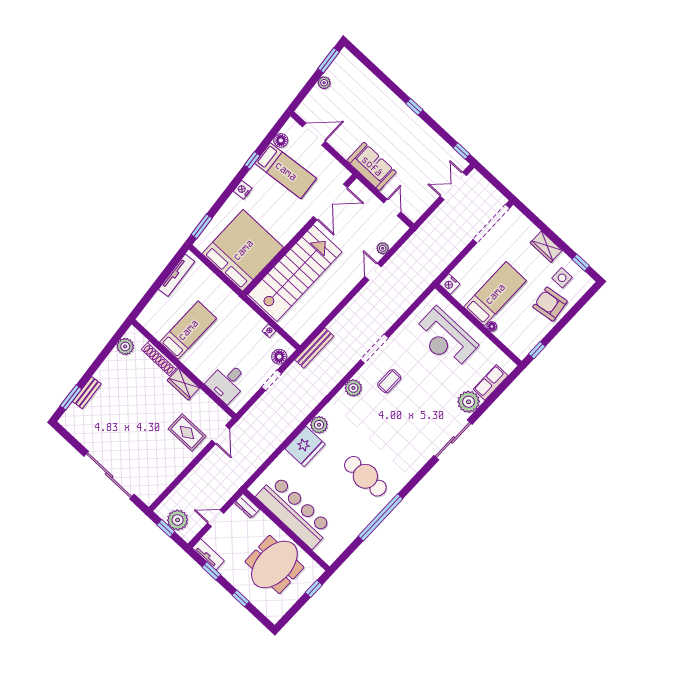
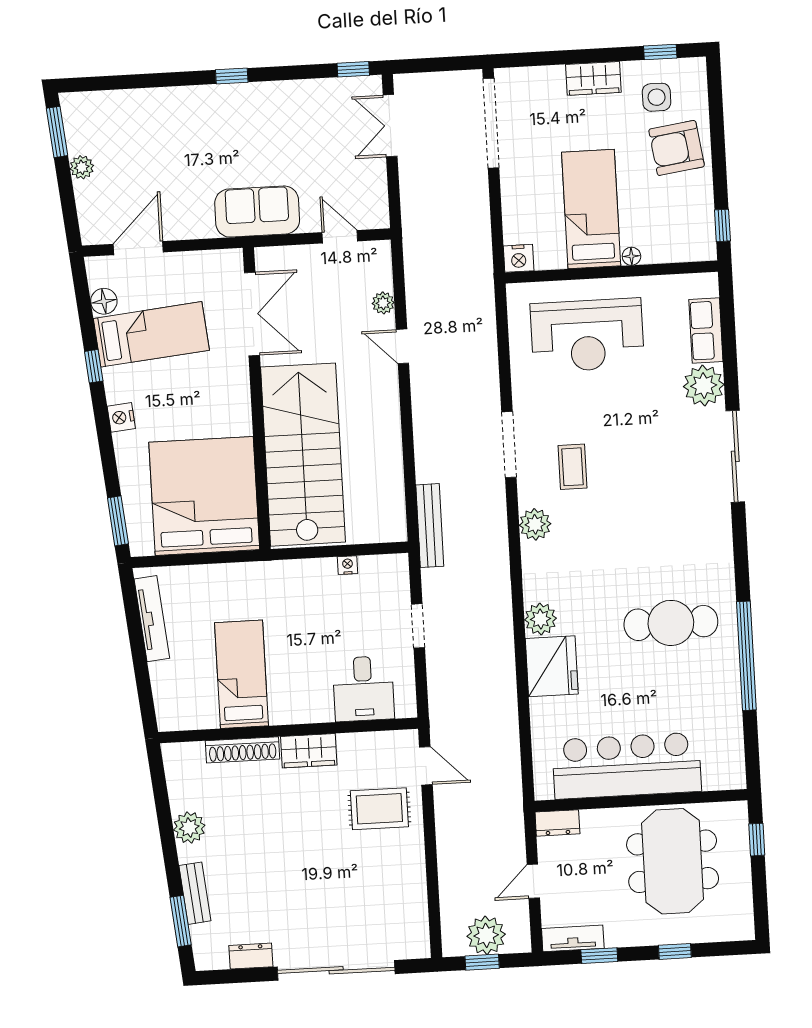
plant: (125, 346) -> (189, 828), moved
floor lamp: (279, 357) -> (396, 585), removed
dresser: (83, 437) -> (251, 956), added

